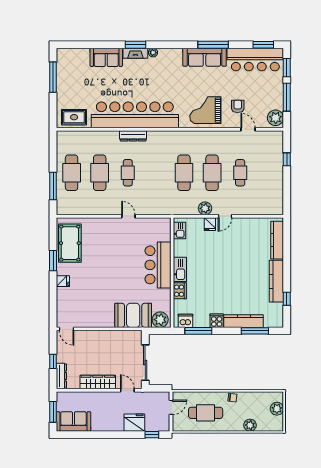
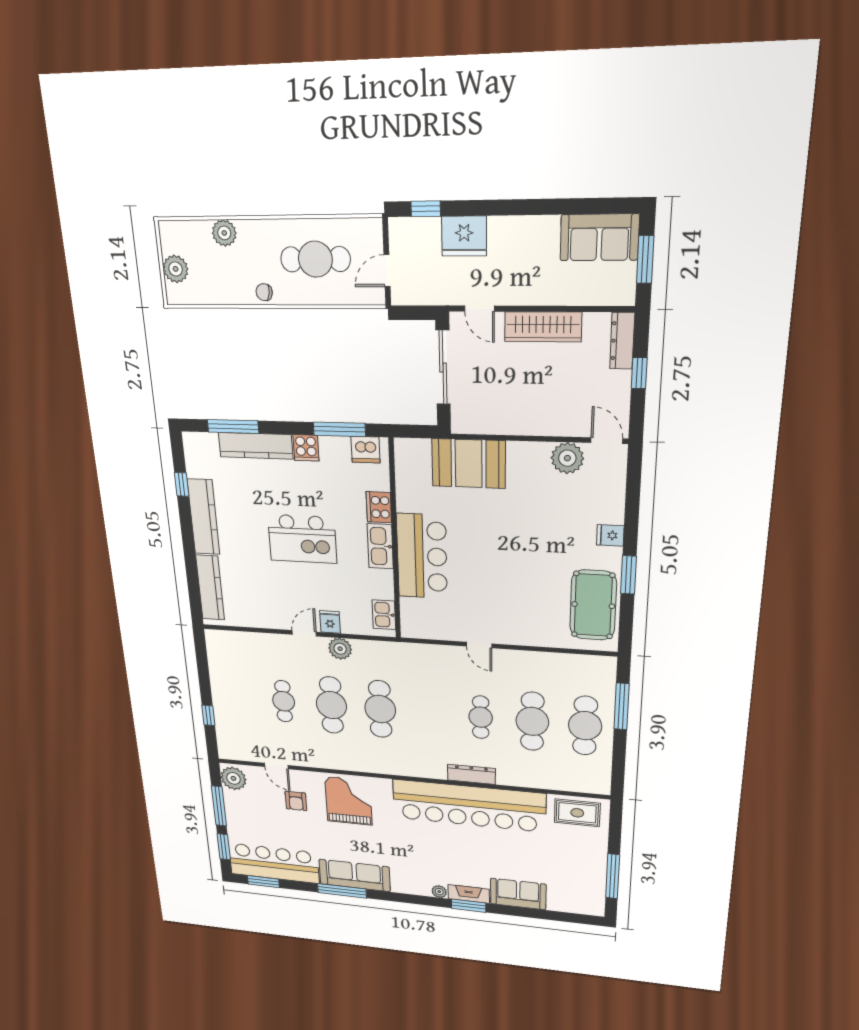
grand piano: (205, 110) -> (349, 801), turned -90
kitchen island: (222, 271) -> (302, 539), added
plant: (160, 320) -> (567, 458), moved

